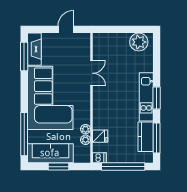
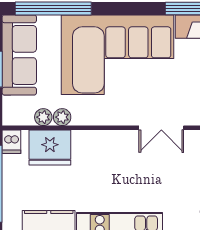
fridge: (100, 136) -> (50, 147), width x1.88, depth x1.34

